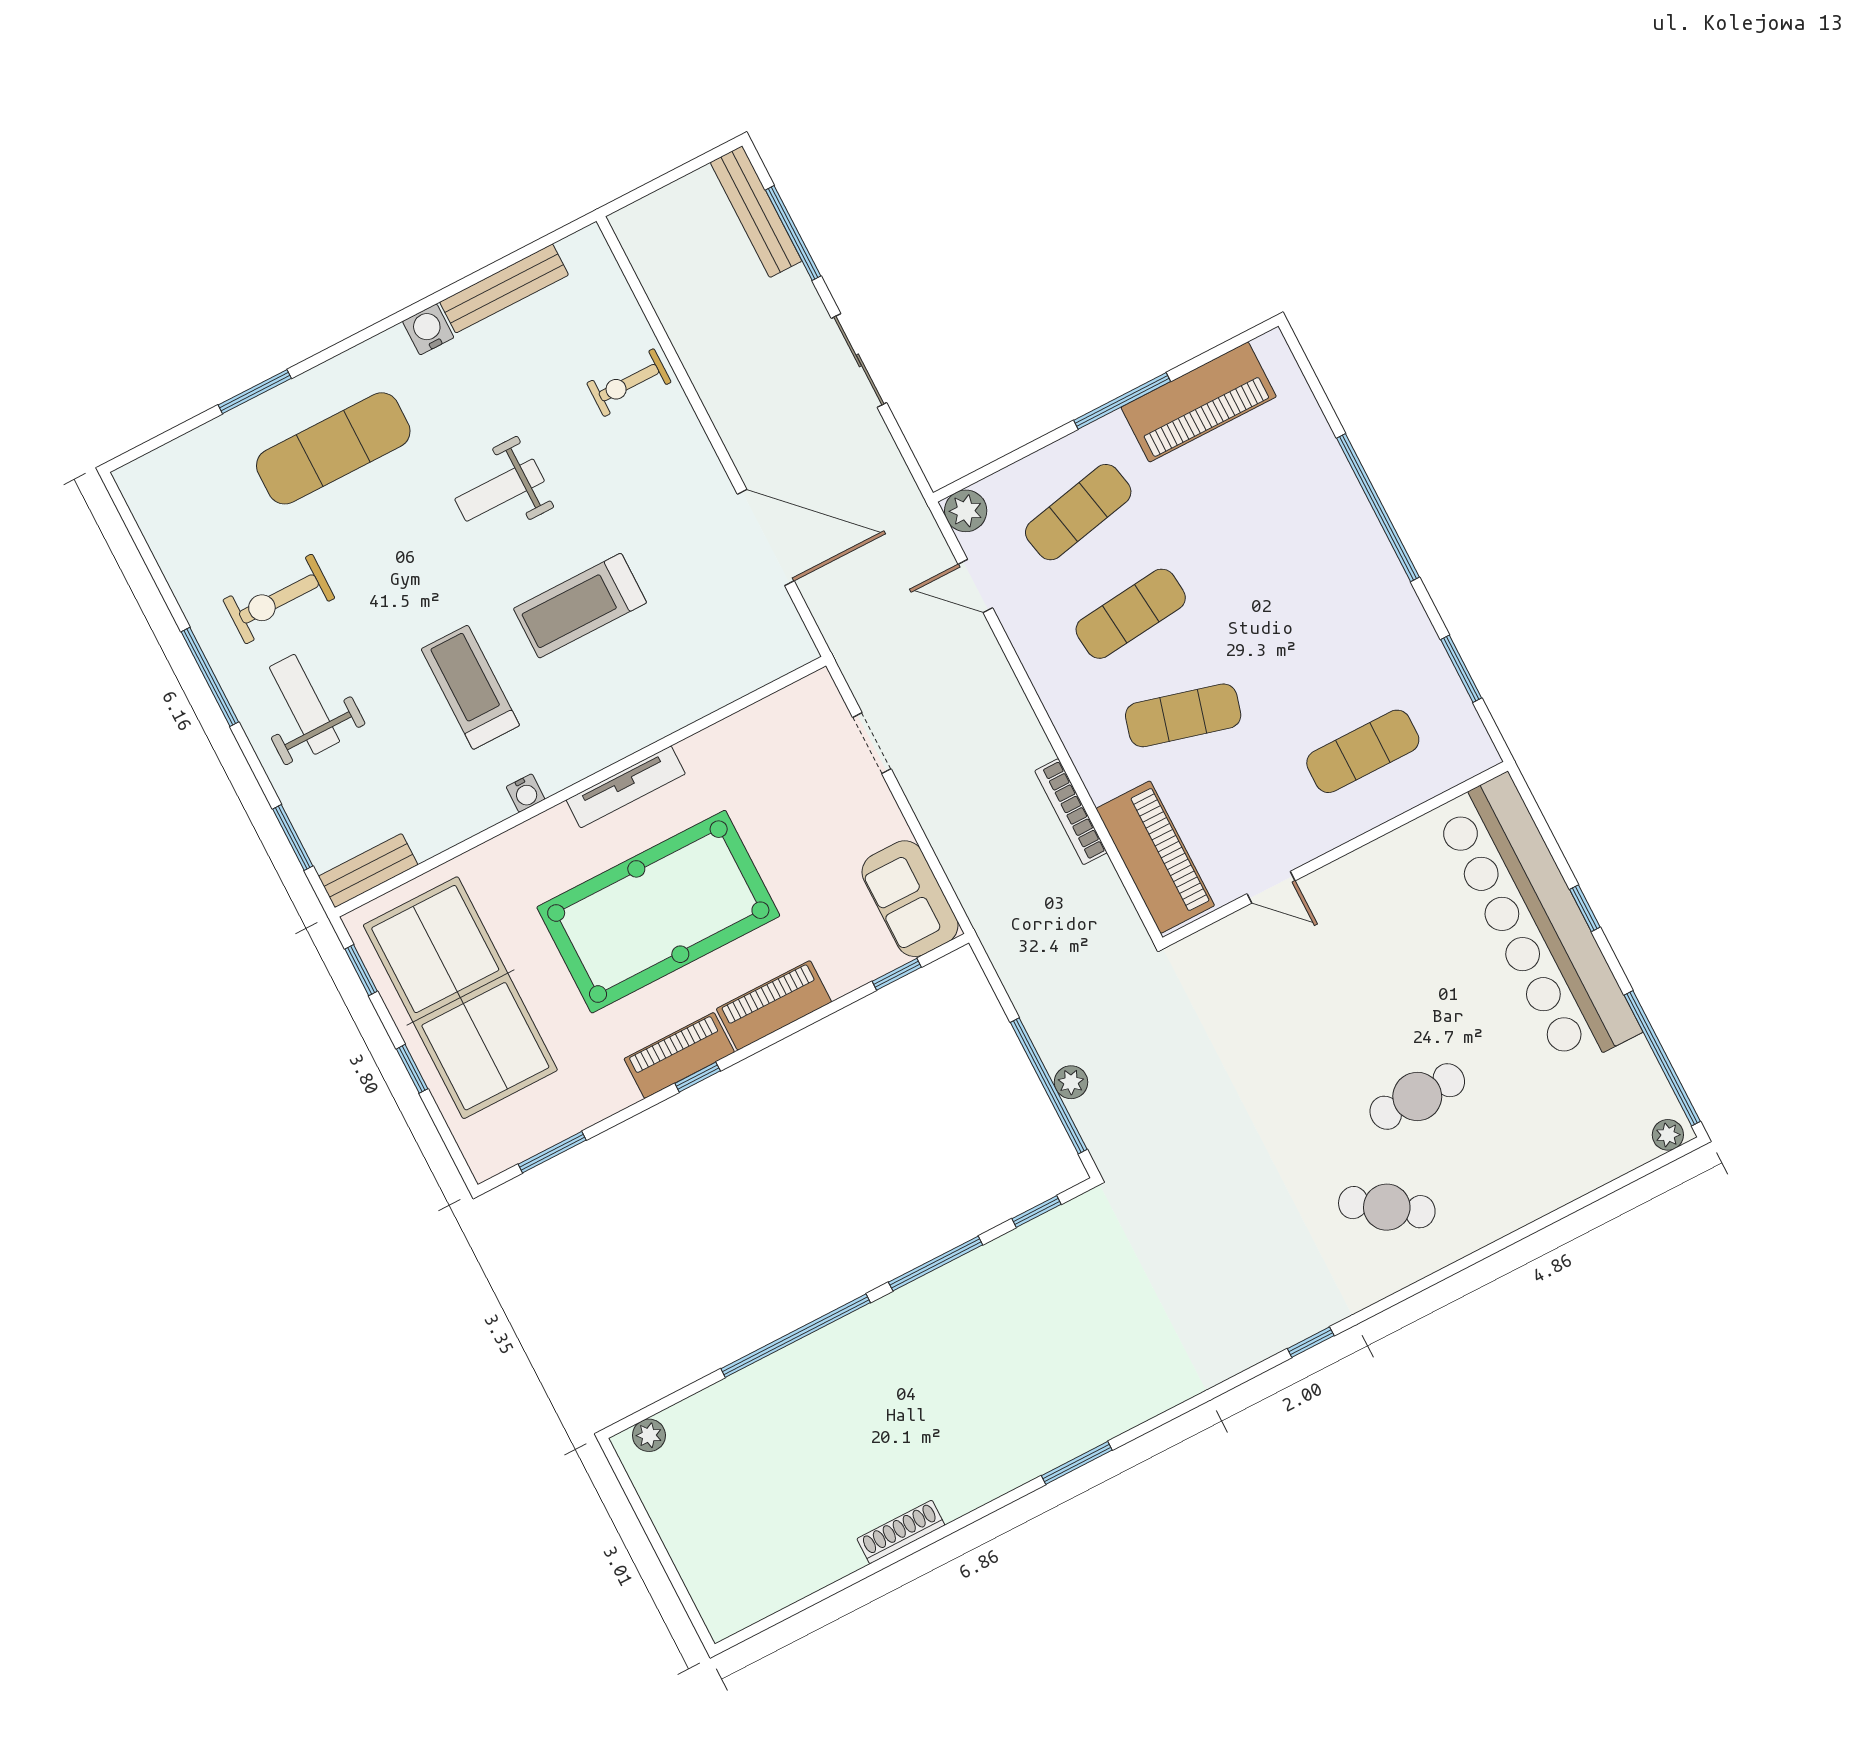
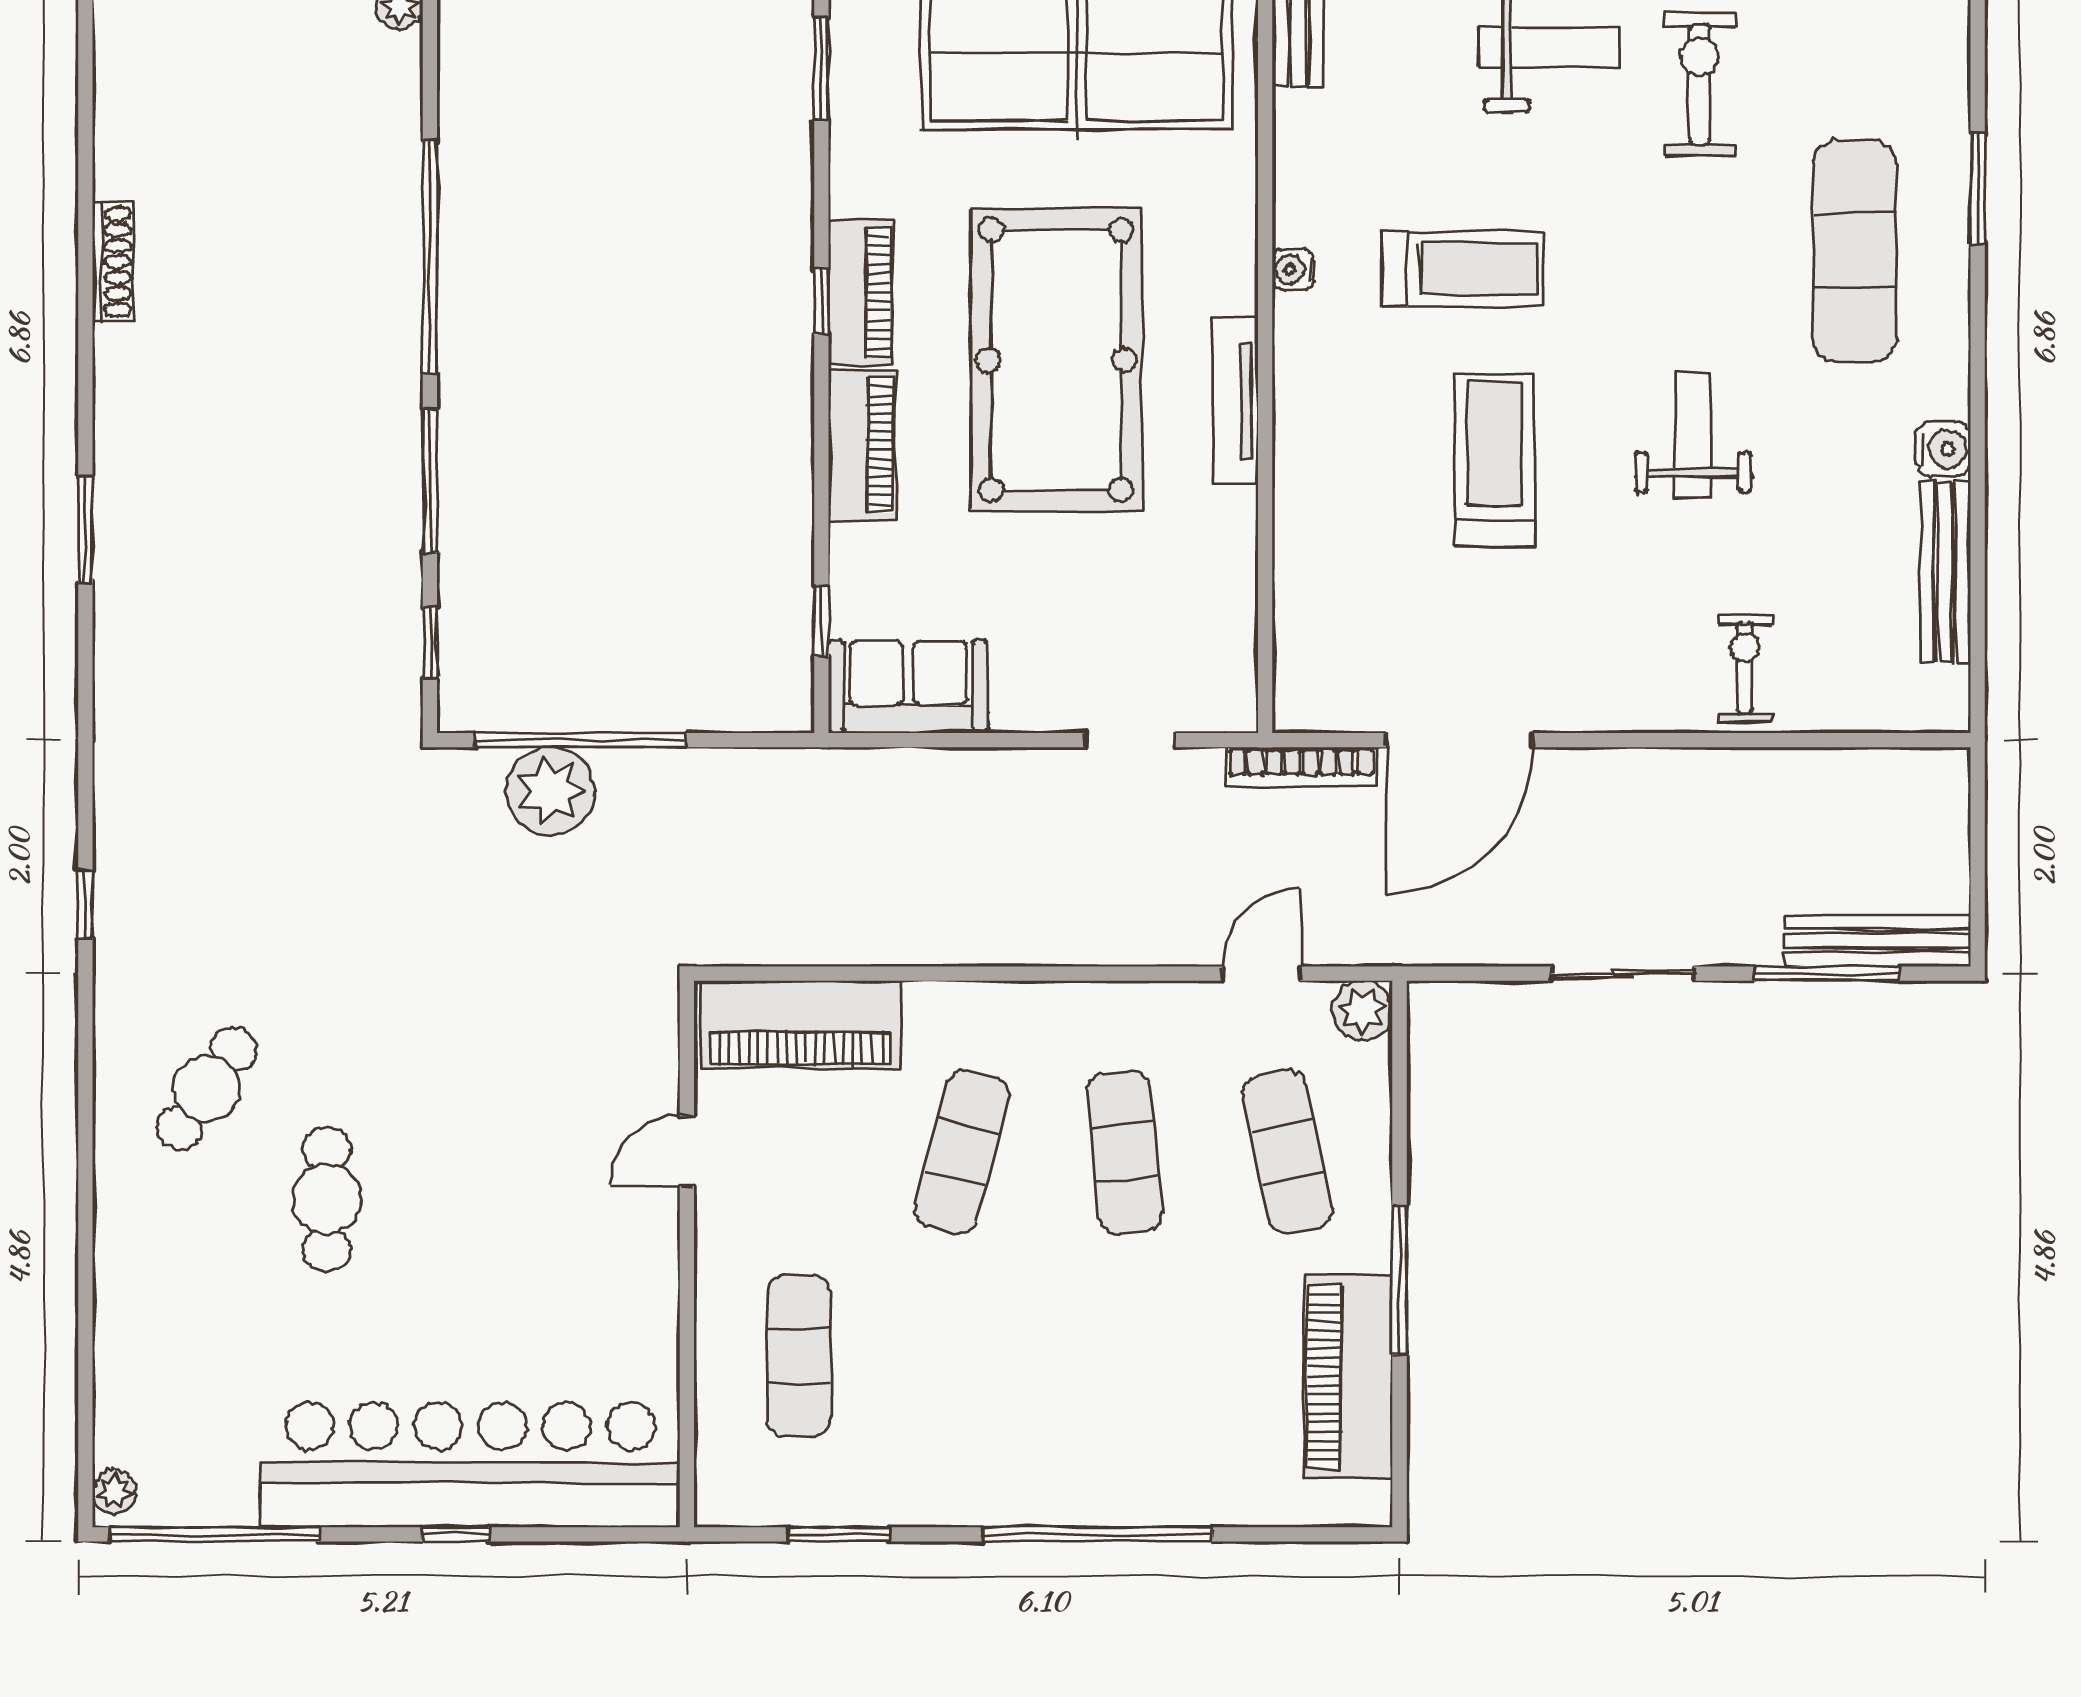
bookcase: (1071, 812) -> (1301, 767), moved, turned 180
plant: (1071, 1082) -> (550, 791), width x1.88, depth x1.88

